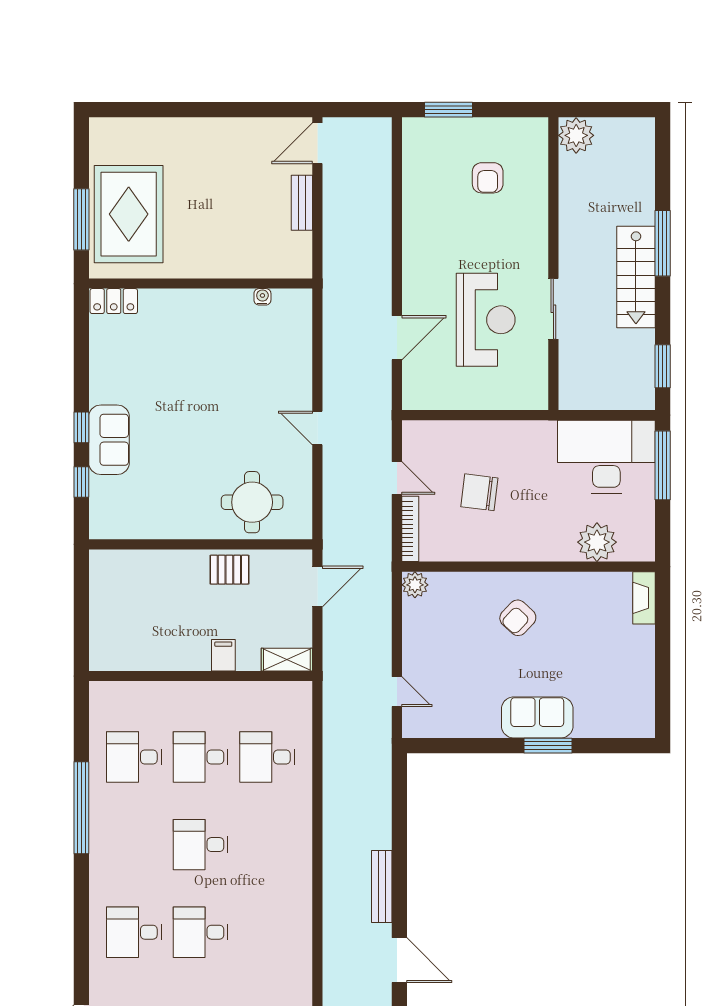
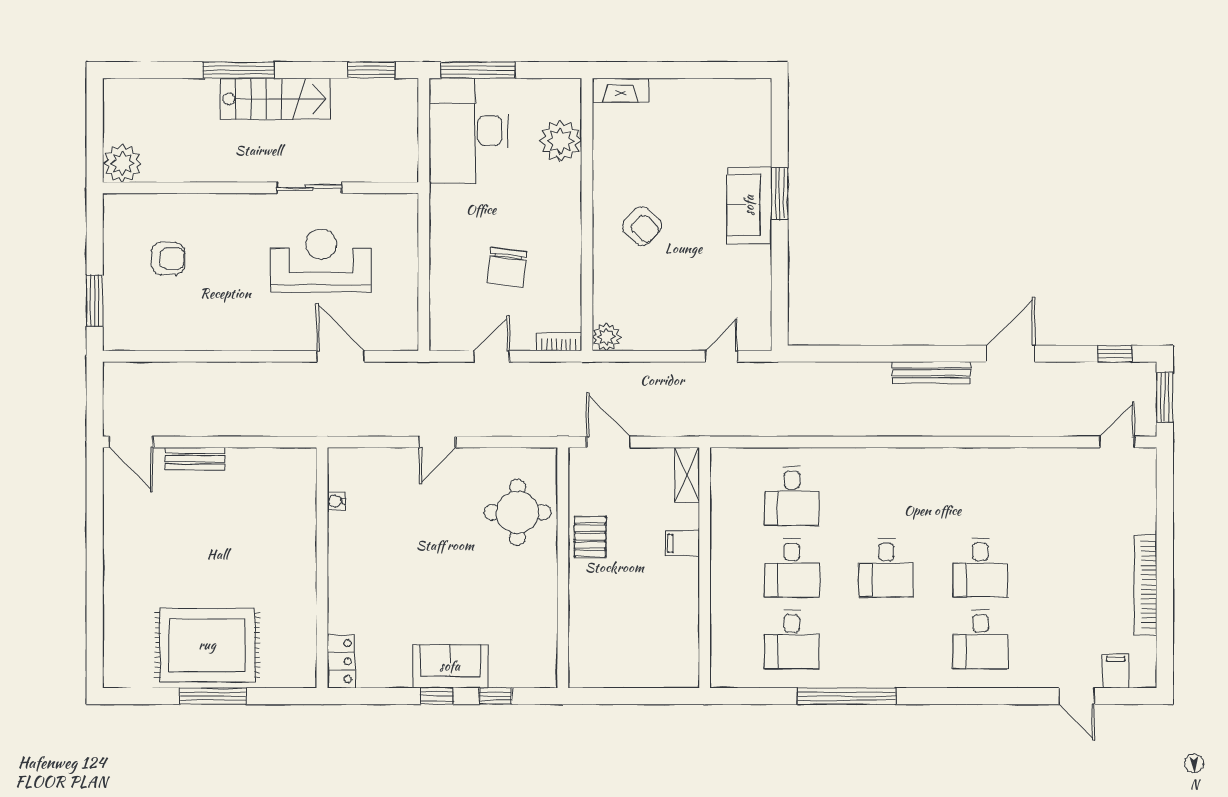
wall: (201, 284) -> (322, 568), moved
water cooler: (262, 297) -> (336, 501), moved
locker: (114, 301) -> (341, 661), moved
bookcase: (410, 529) -> (559, 342), width x0.64

